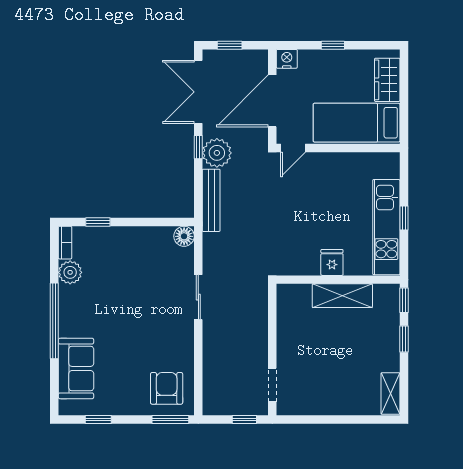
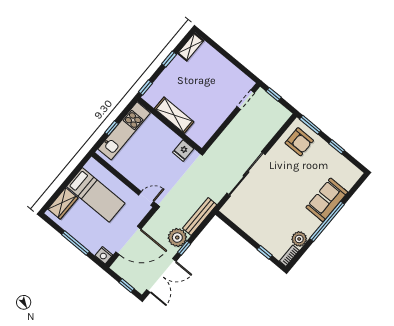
window: (333, 45) -> (75, 243), width x2.17
door: (293, 148) -> (146, 198), moved
wall: (338, 148) -> (124, 180), moved
floor lamp: (184, 236) -> (228, 210), removed
fridge: (332, 262) -> (183, 151), moved
sliding door: (198, 297) -> (246, 174), width x1.86
window: (404, 339) -> (169, 59), moved
sofa: (76, 368) -> (327, 200), moved
armchair: (167, 388) -> (299, 142), turned -90
window: (98, 419) -> (337, 147), moved

